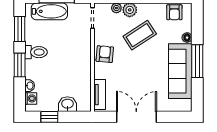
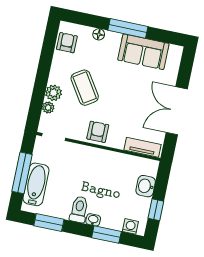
armchair: (174, 12) -> (67, 43), turned -90
armchair: (105, 54) -> (98, 132), turned 85
window: (20, 65) -> (106, 235), moved
sofa: (180, 71) -> (143, 52), width x0.73
washbasin: (30, 86) -> (93, 220), moved

